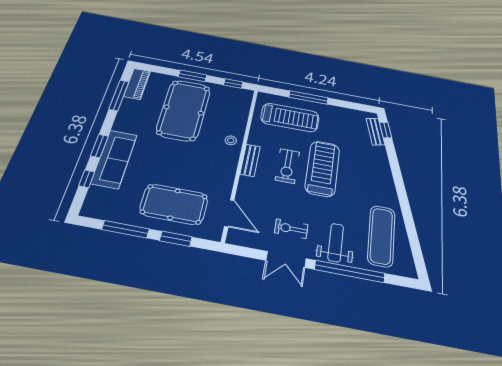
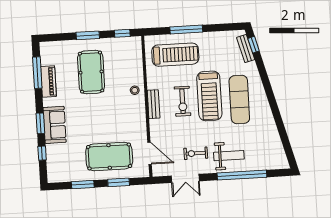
piano: (137, 84) -> (48, 81), moved
pool table: (184, 110) -> (91, 72), width x0.73, depth x0.76
sofa: (114, 159) -> (55, 125), width x0.73
treadmill: (322, 168) -> (209, 96), turned 180
window: (125, 229) -> (83, 185), width x0.69
exercise mat: (381, 236) -> (239, 99), moved
weight bench: (336, 243) -> (229, 156), turned 90
double door: (286, 259) -> (185, 178), moved

